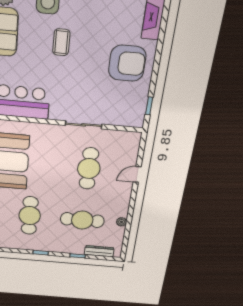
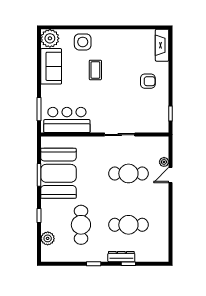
armchair: (127, 63) -> (148, 81), width x0.53, depth x0.53
cafe table: (89, 169) -> (128, 173), turned 90
plant: (121, 222) -> (164, 162), moved
dresser: (99, 251) -> (121, 257), moved

